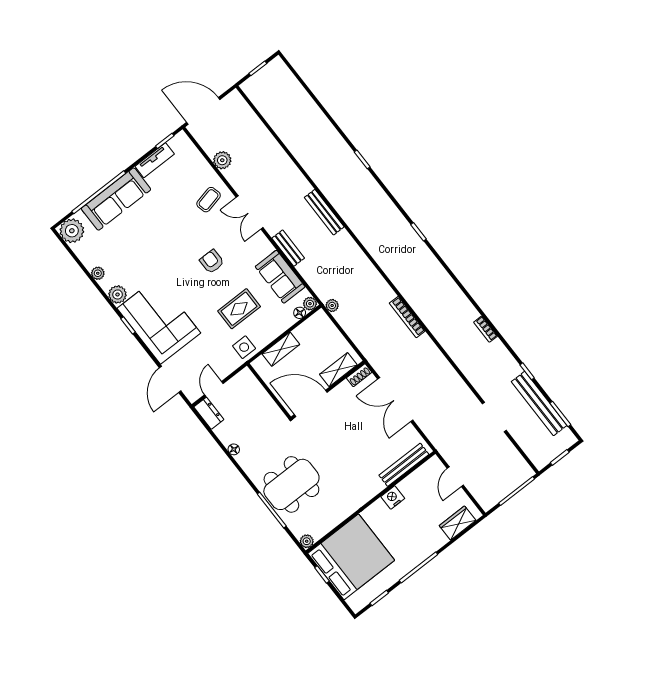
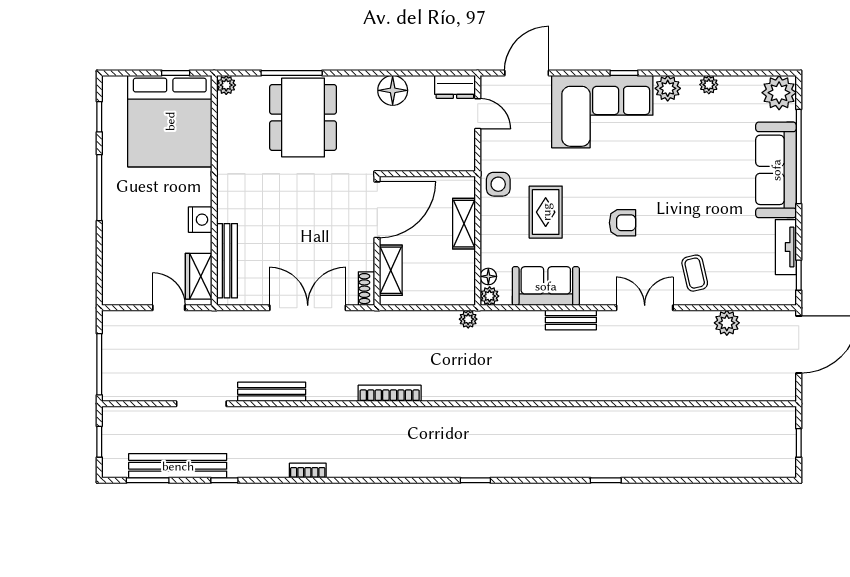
bench: (324, 212) -> (272, 392), moved
door: (170, 379) -> (527, 73), hinge flipped
floor lamp: (234, 449) -> (393, 90), width x1.89, depth x1.89
wardrobe: (458, 523) -> (199, 276), moved, turned 180

